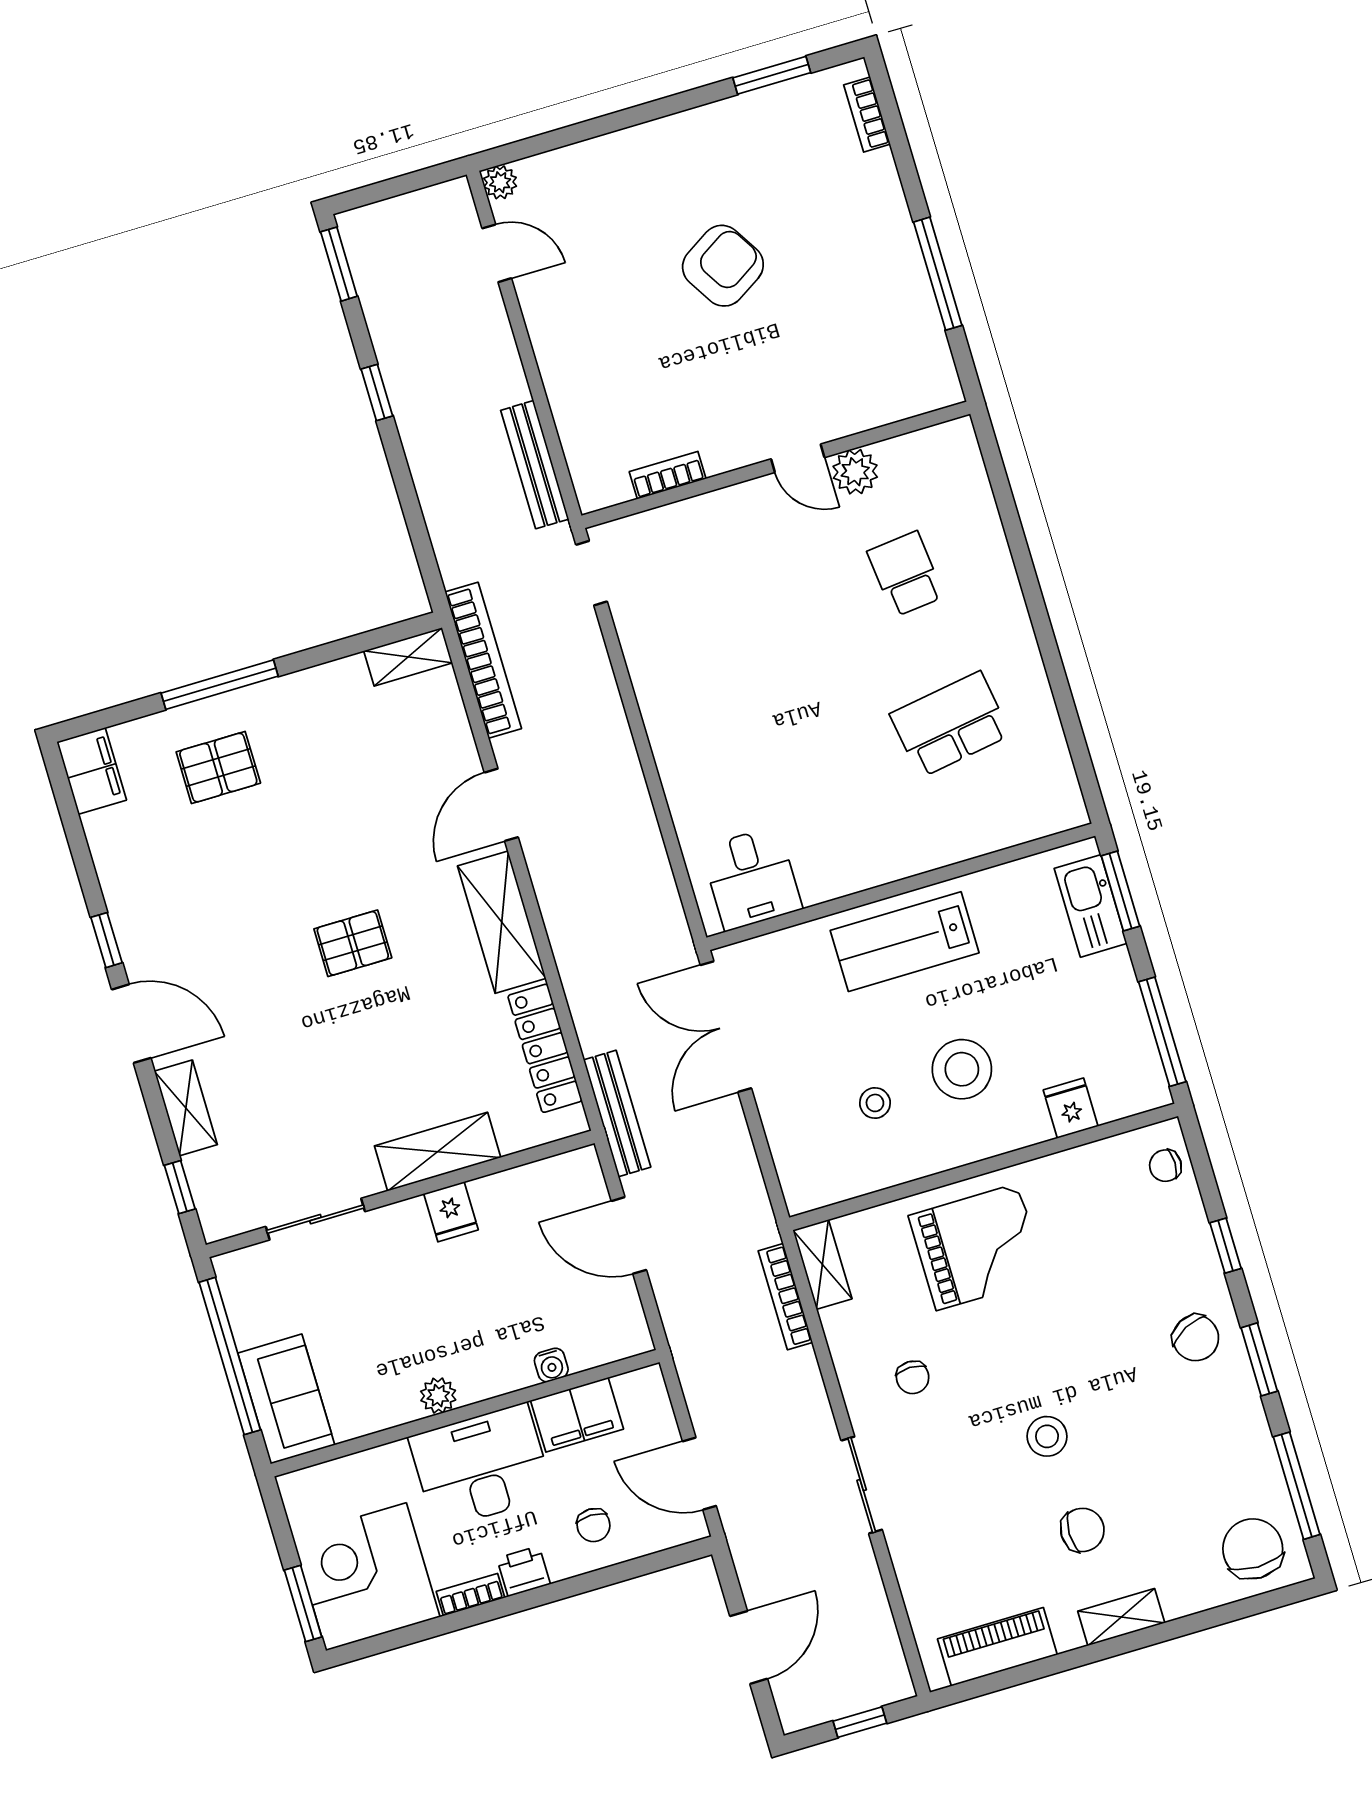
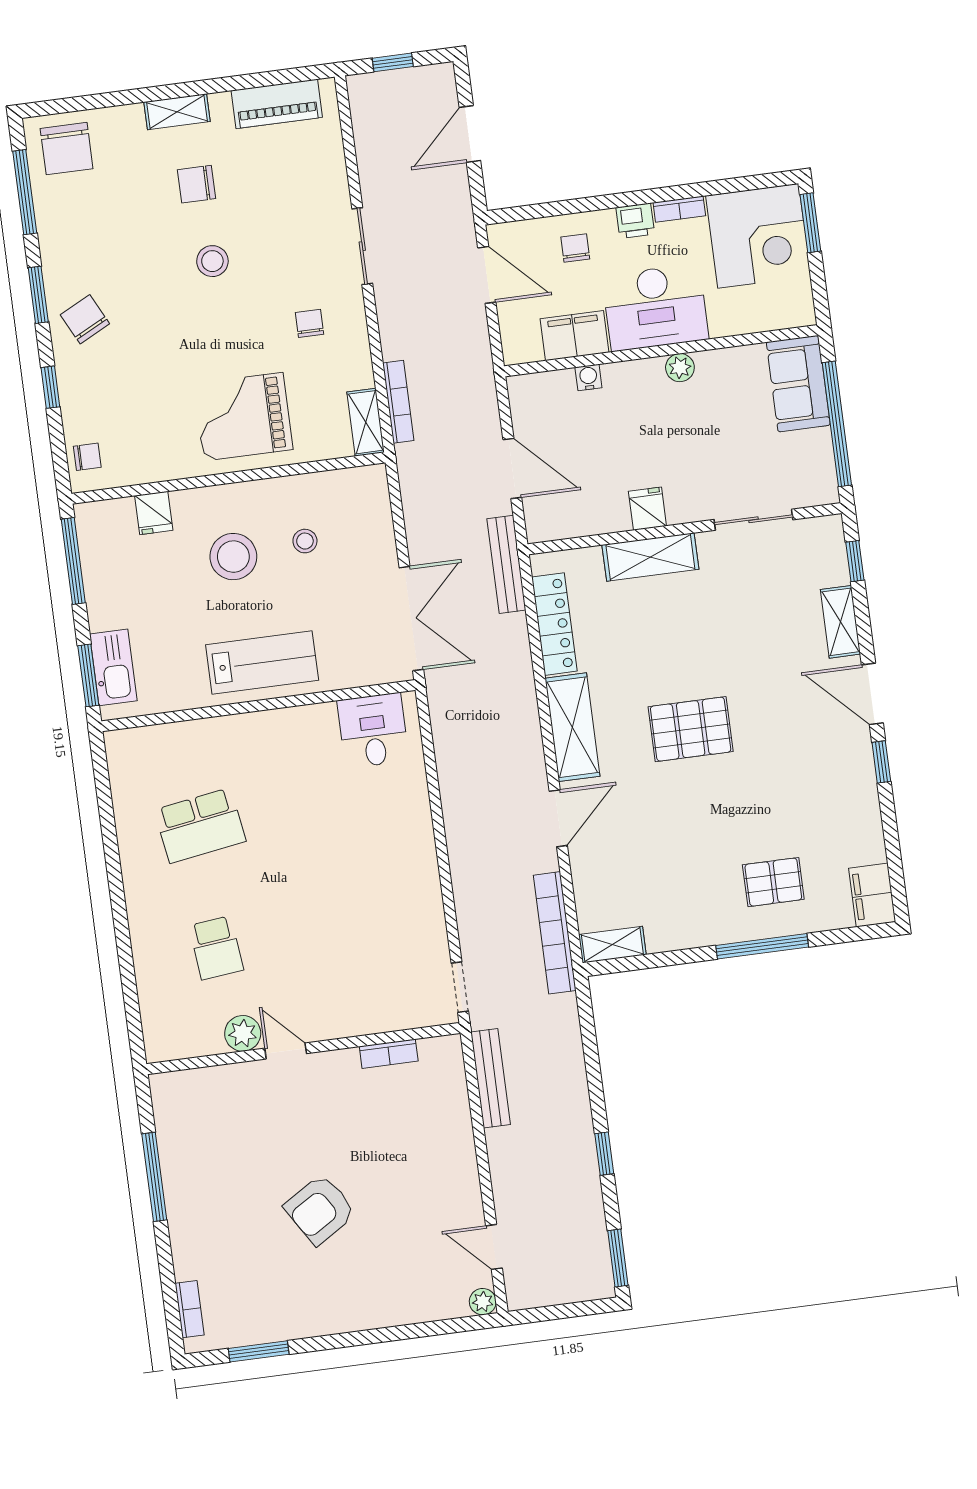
pallet: (353, 943) -> (691, 729), width x1.50, depth x1.42

